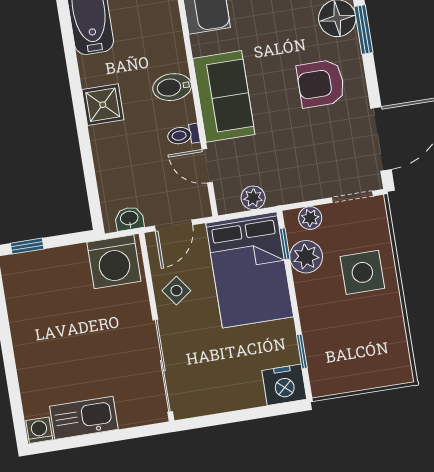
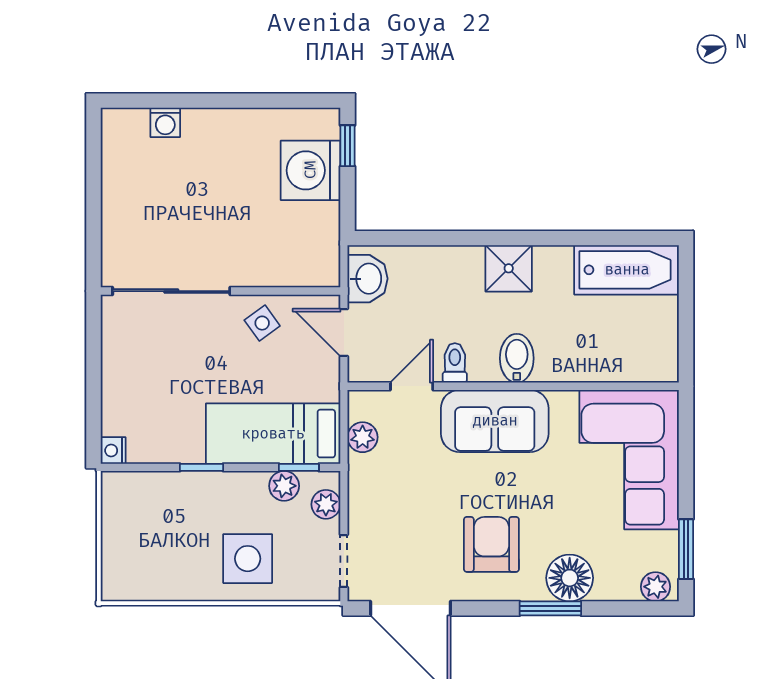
washbasin: (129, 219) -> (368, 279), width x1.38, depth x1.45
plant: (306, 257) -> (284, 486), width x0.73, depth x0.73
washing machine: (114, 262) -> (311, 170), moved
bed: (250, 270) -> (273, 434), width x0.67
window: (302, 351) -> (202, 467), moved
nightstand: (284, 385) -> (113, 451), width x0.53, depth x0.56
kitchen sink: (84, 418) -> (122, 182), removed
washing machine: (39, 430) -> (165, 122), moved, turned 90

